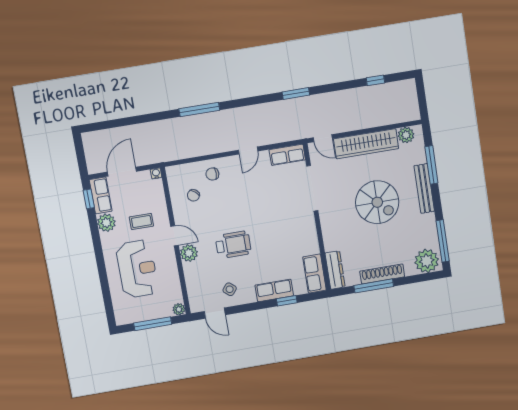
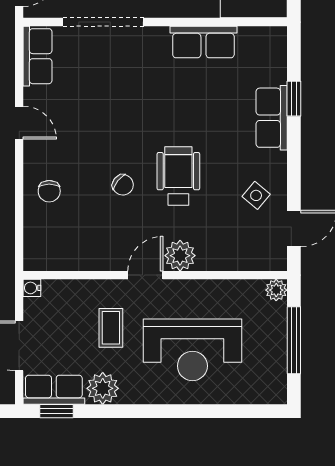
chair: (193, 195) -> (123, 185), moved
reception desk: (137, 269) -> (192, 350), turned 180
row of seats: (315, 274) -> (203, 42), moved

